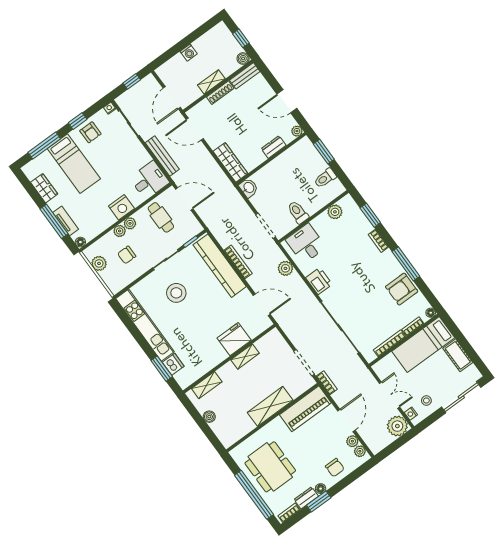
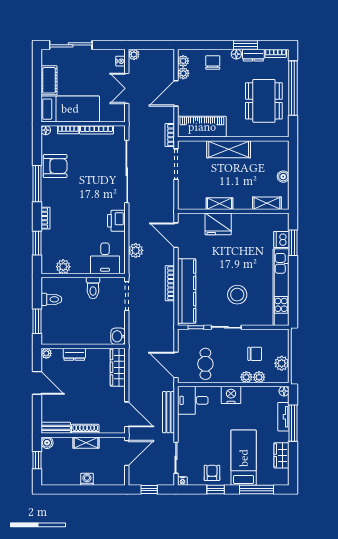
plant: (130, 223) -> (259, 377), moved
stool: (426, 401) -> (100, 63), removed
plant: (397, 426) -> (134, 54), width x0.53, depth x0.53

